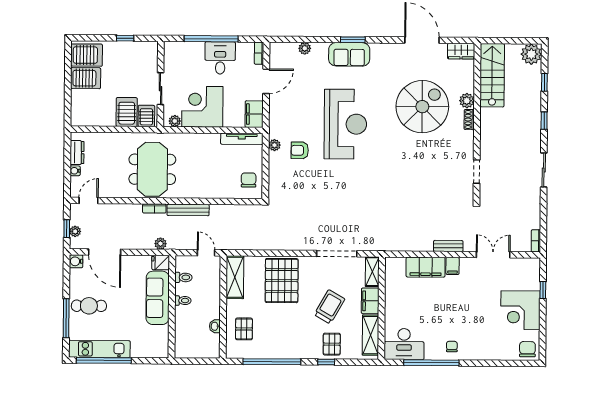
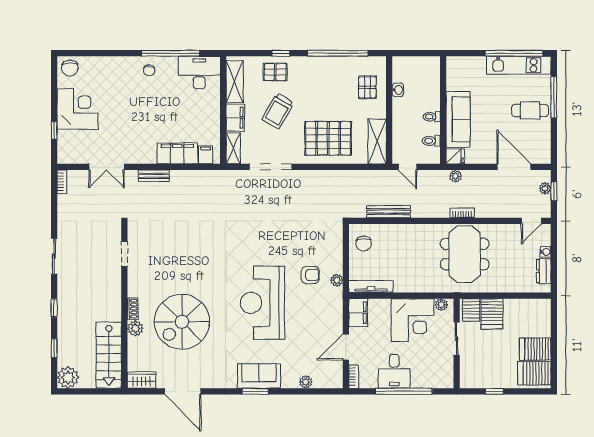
bench: (188, 210) -> (389, 212), moved
water cooler: (76, 261) -> (544, 157), removed
filing cabinet: (453, 266) -> (206, 155), moved
pallet: (282, 281) -> (328, 138), turned 90
pallet: (332, 344) -> (275, 72), turned 90

